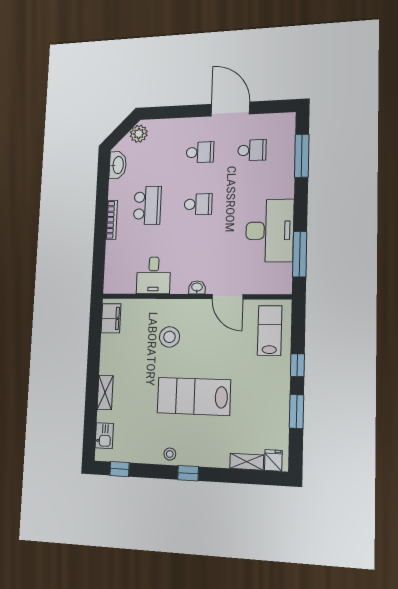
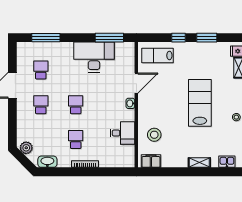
school desk: (147, 205) -> (76, 139), width x0.54
stool: (169, 337) -> (154, 135), moved
lab bench: (194, 396) -> (200, 103), turned 180

